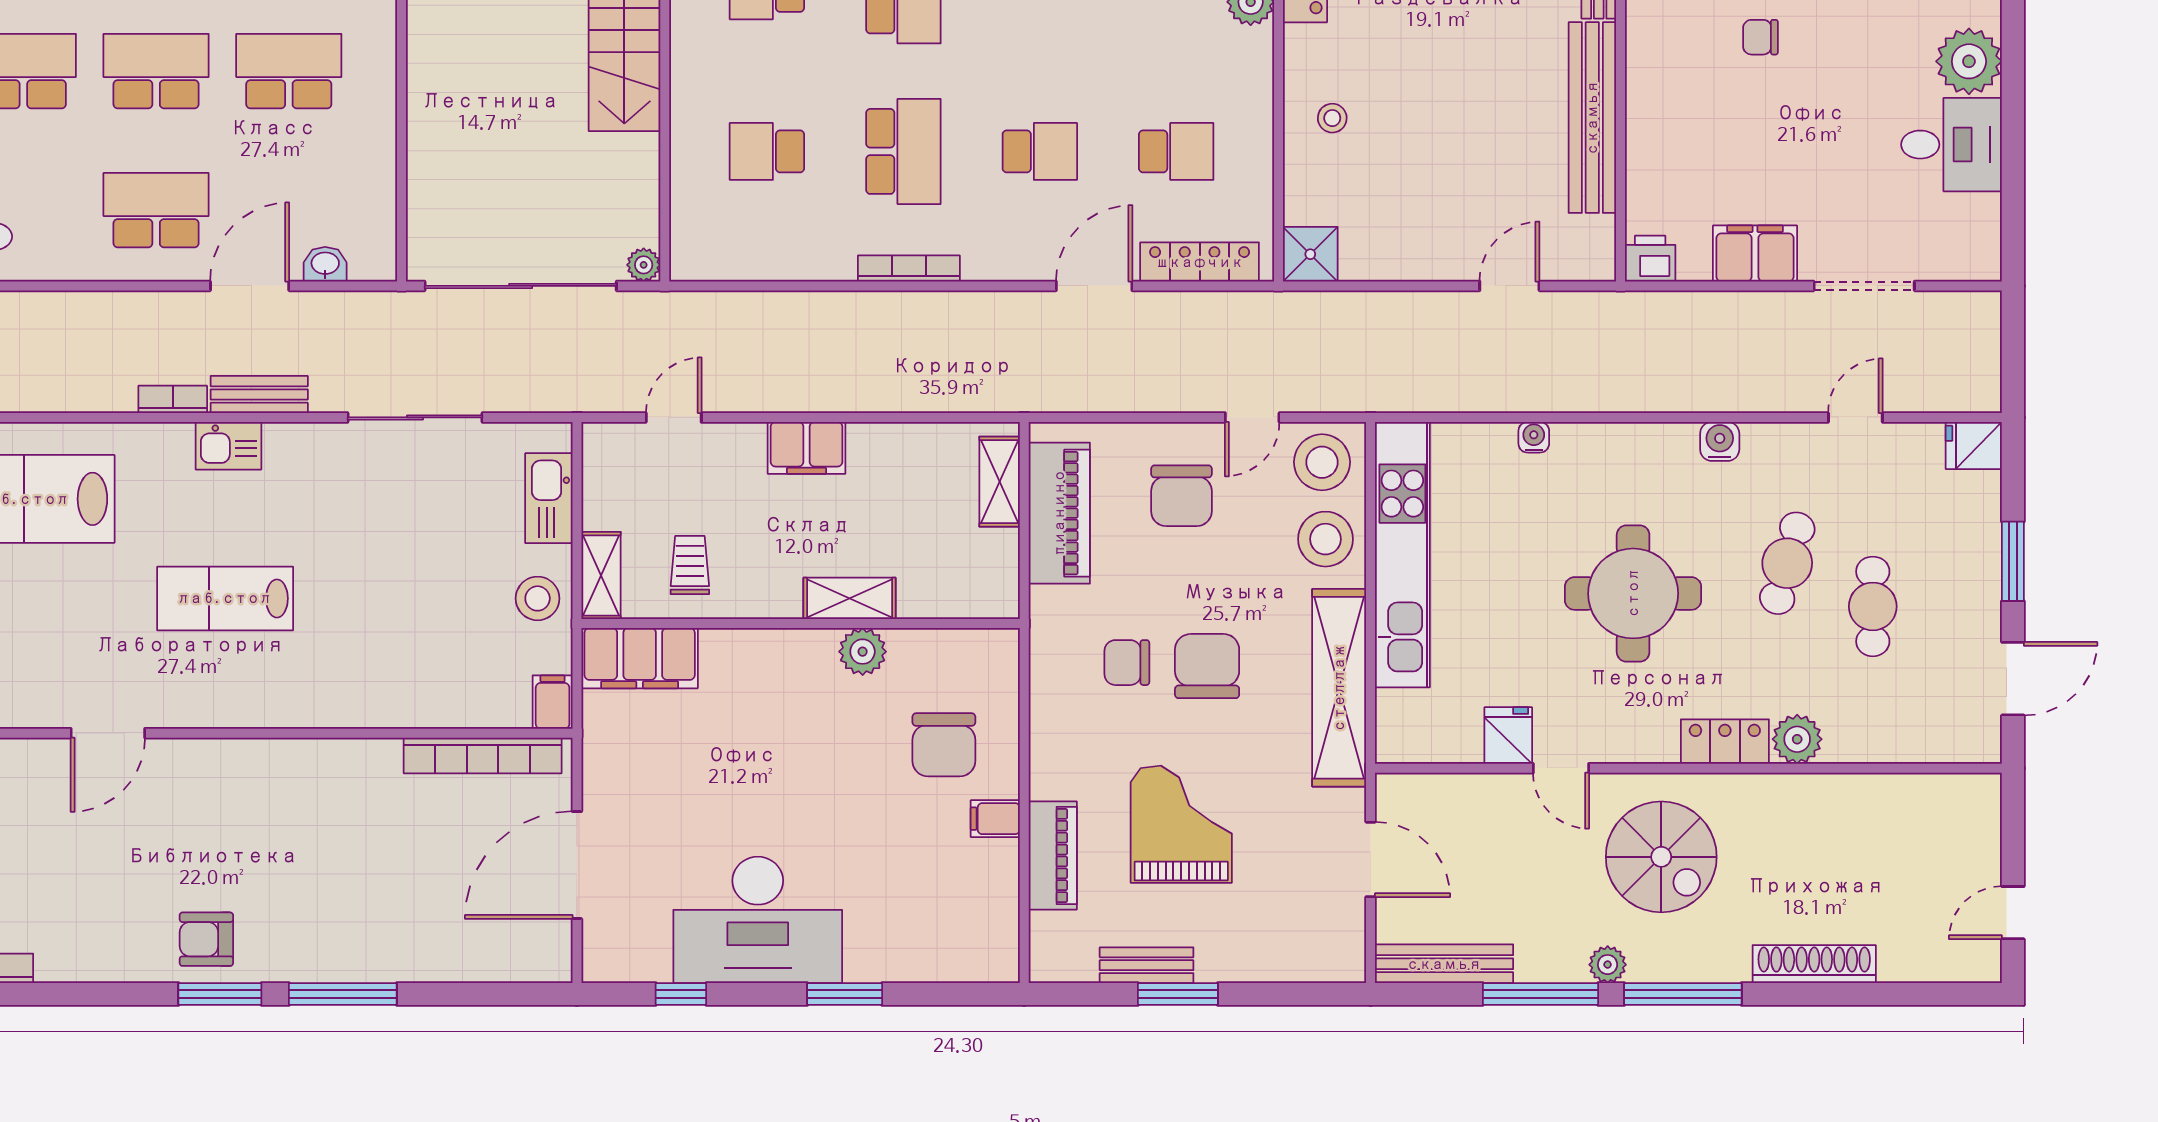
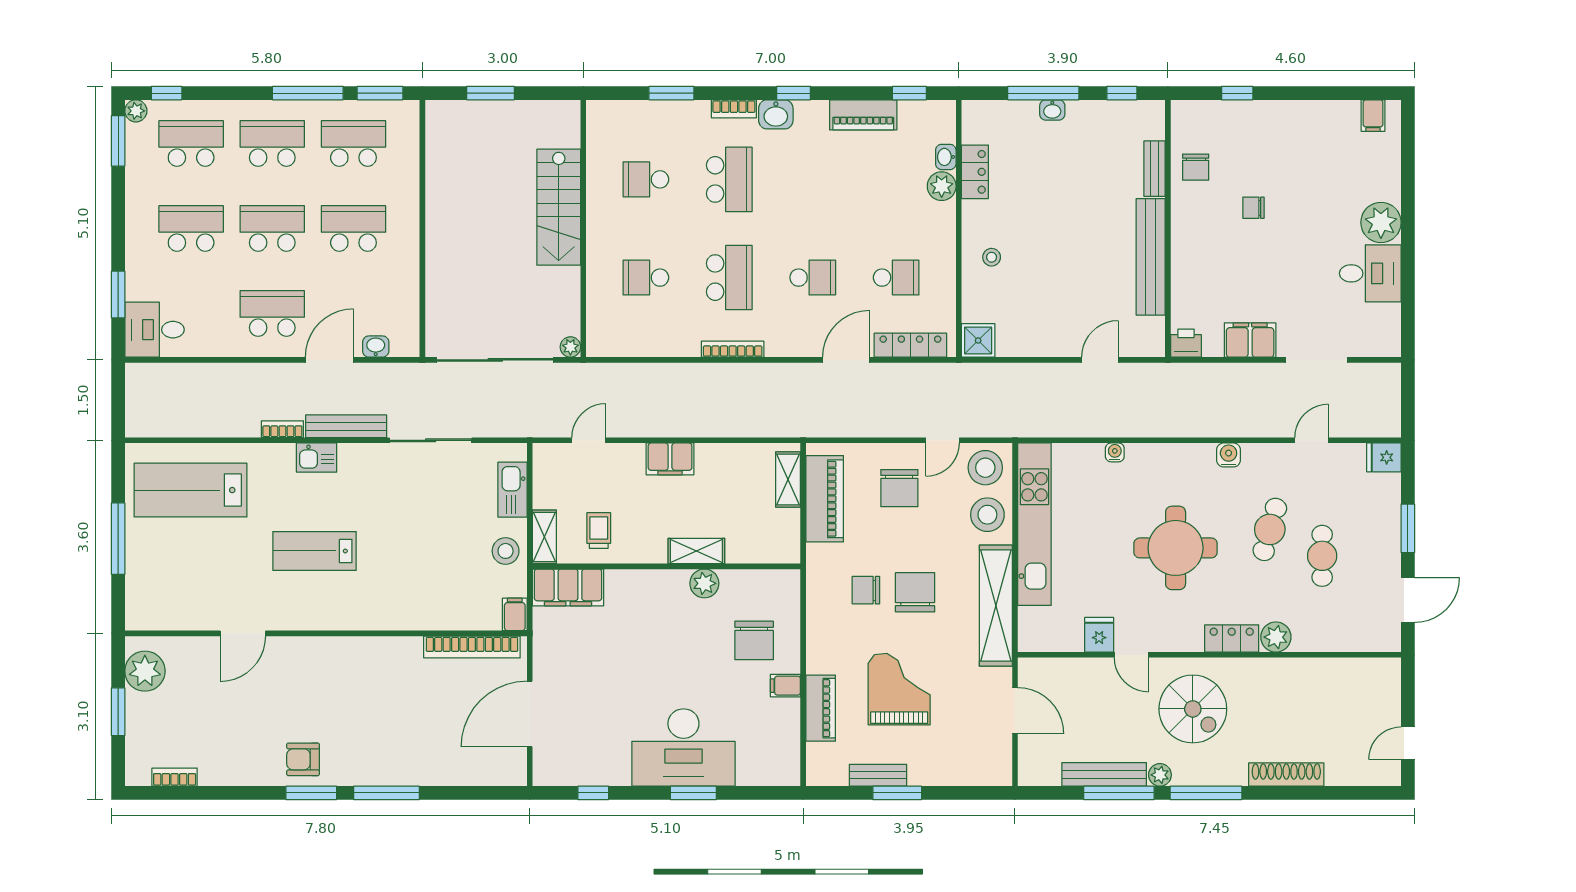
bench: (259, 395) -> (346, 426), width x1.36
desk: (758, 920) -> (683, 748), moved
bench: (1444, 964) -> (1104, 774), moved

